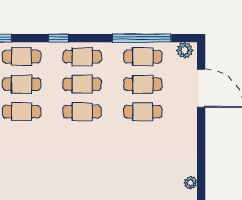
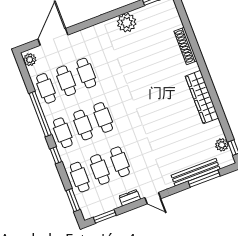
window: (142, 38) -> (40, 114), moved
plant: (191, 183) -> (127, 23), width x1.88, depth x1.88

